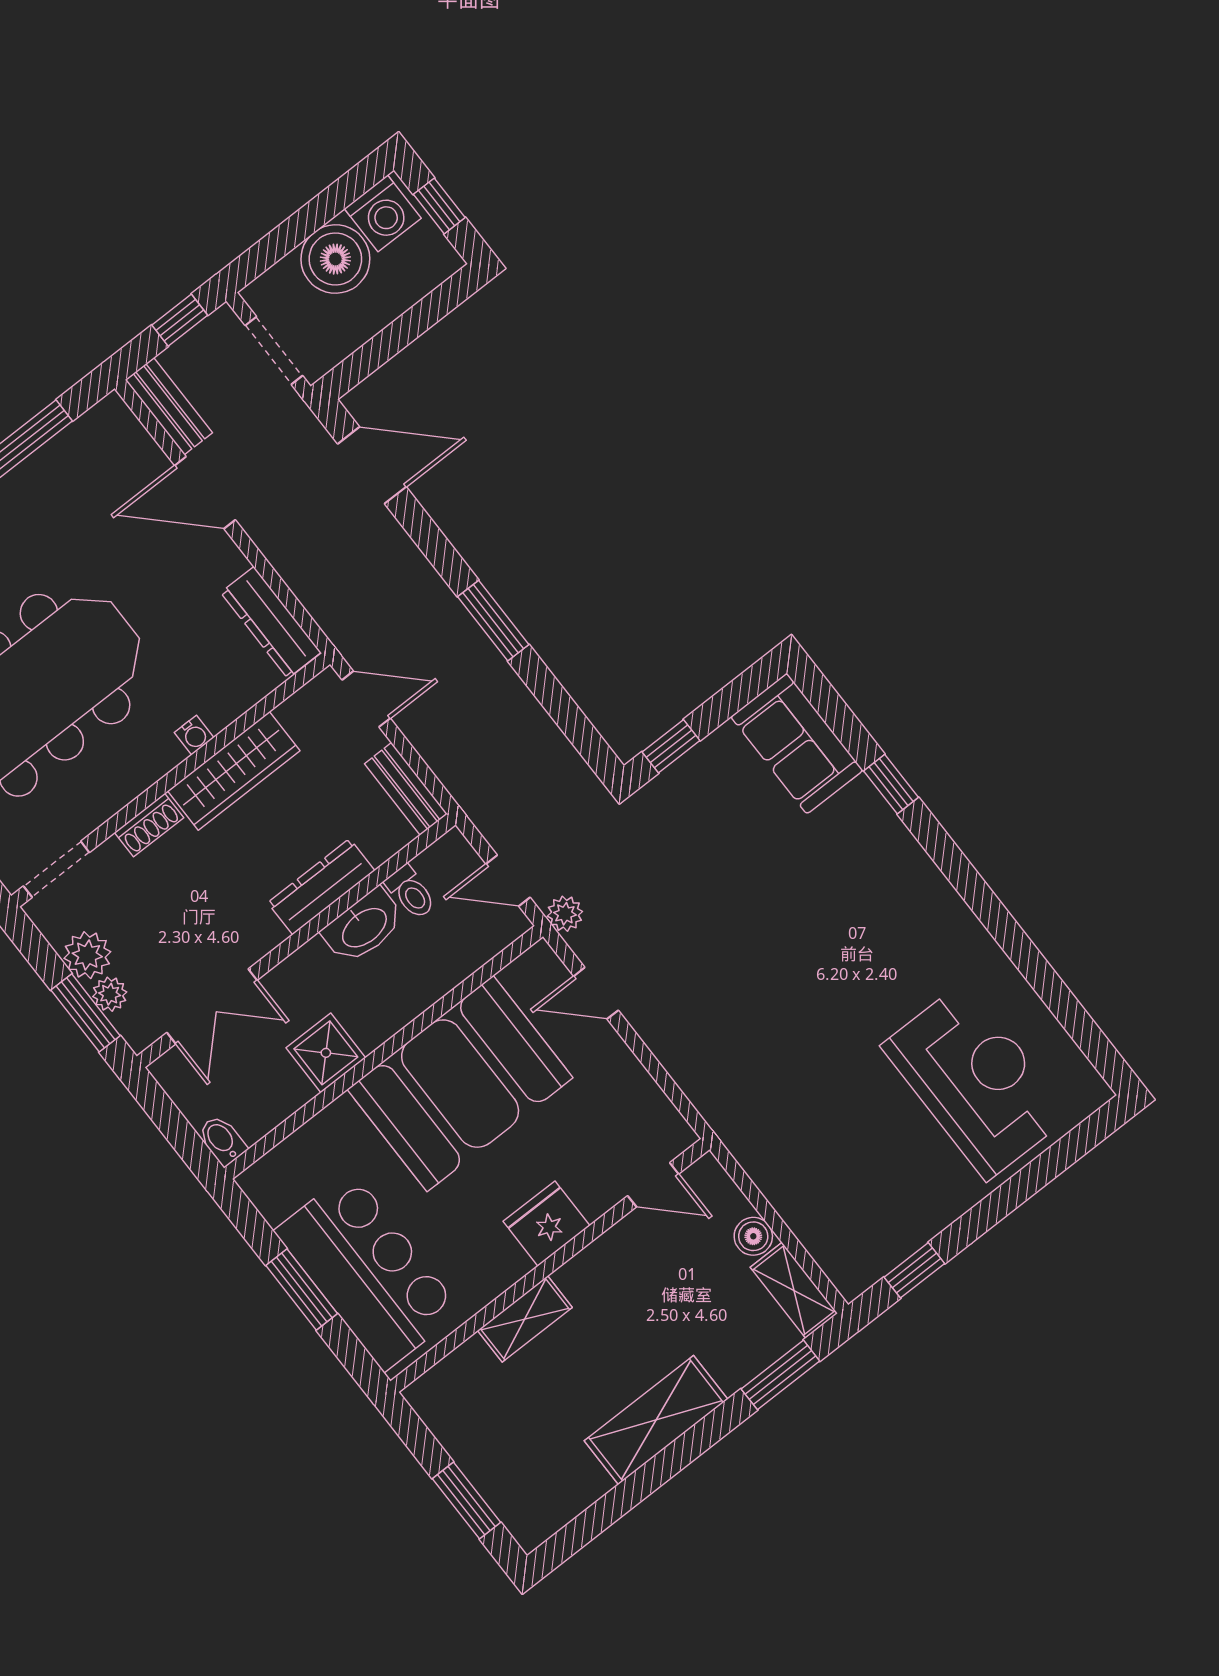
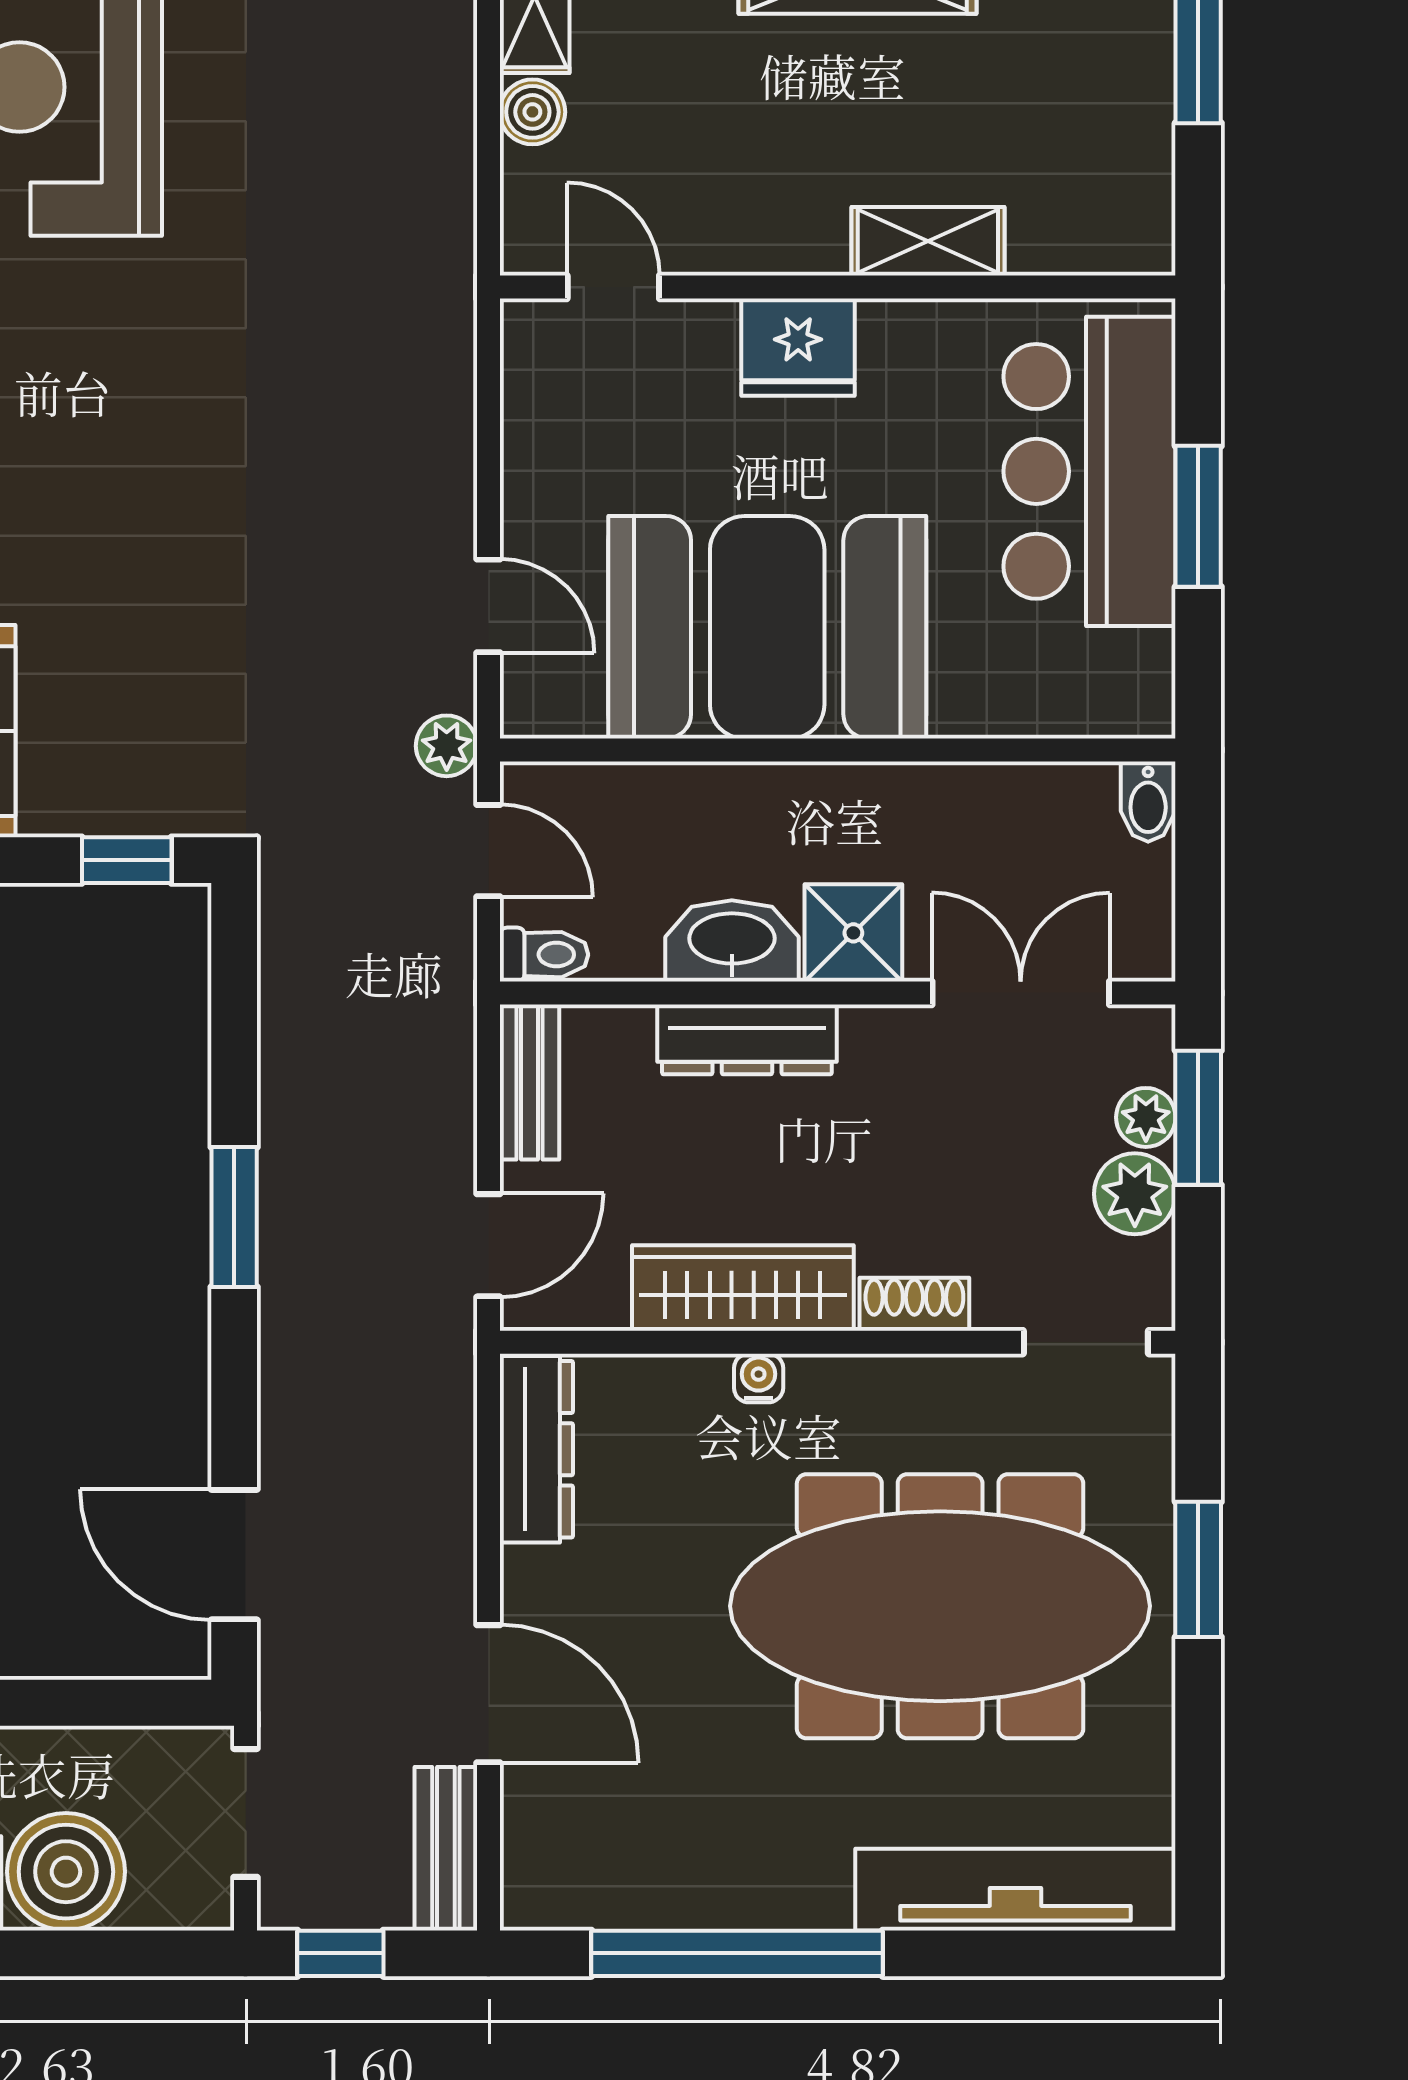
door: (366, 699) -> (488, 1245), swing flipped
toilet: (411, 892) -> (544, 955), moved, turned 90
shower: (326, 1053) -> (853, 933), moved

